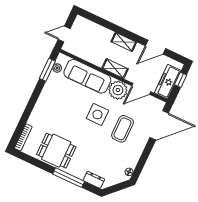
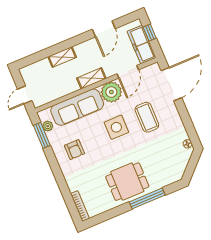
shelving: (124, 42) -> (62, 57), moved
armchair: (57, 100) -> (74, 150), added
dining table: (56, 151) -> (127, 182), moved
dresser: (94, 180) -> (168, 179), removed

